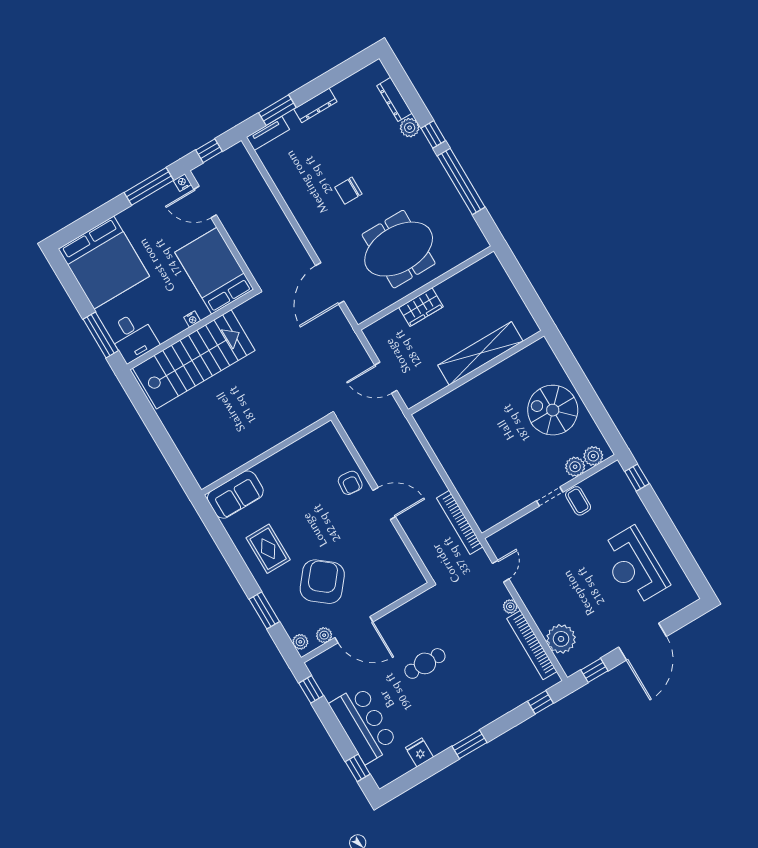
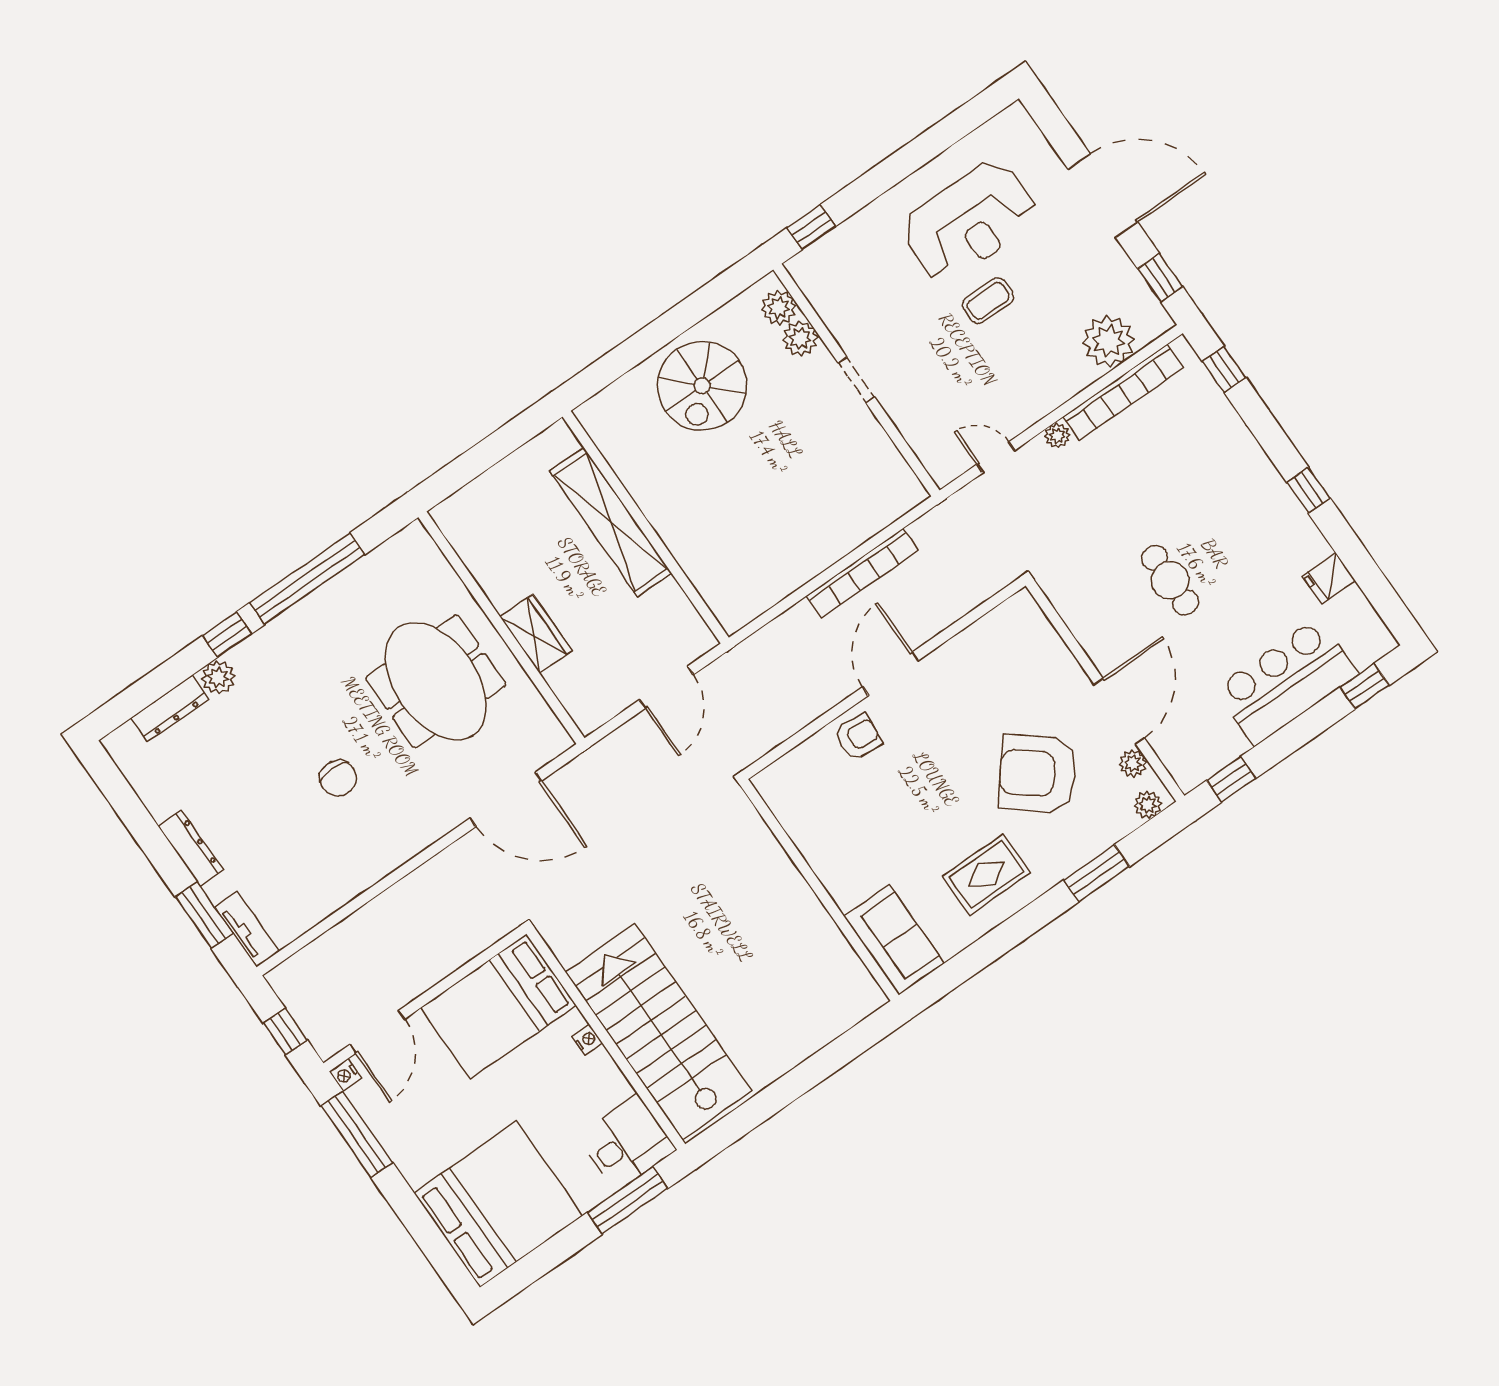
coffee table: (578, 501) -> (988, 301), moved
bookcase: (460, 522) -> (862, 573), moved
window: (470, 744) -> (1308, 490), width x0.67

